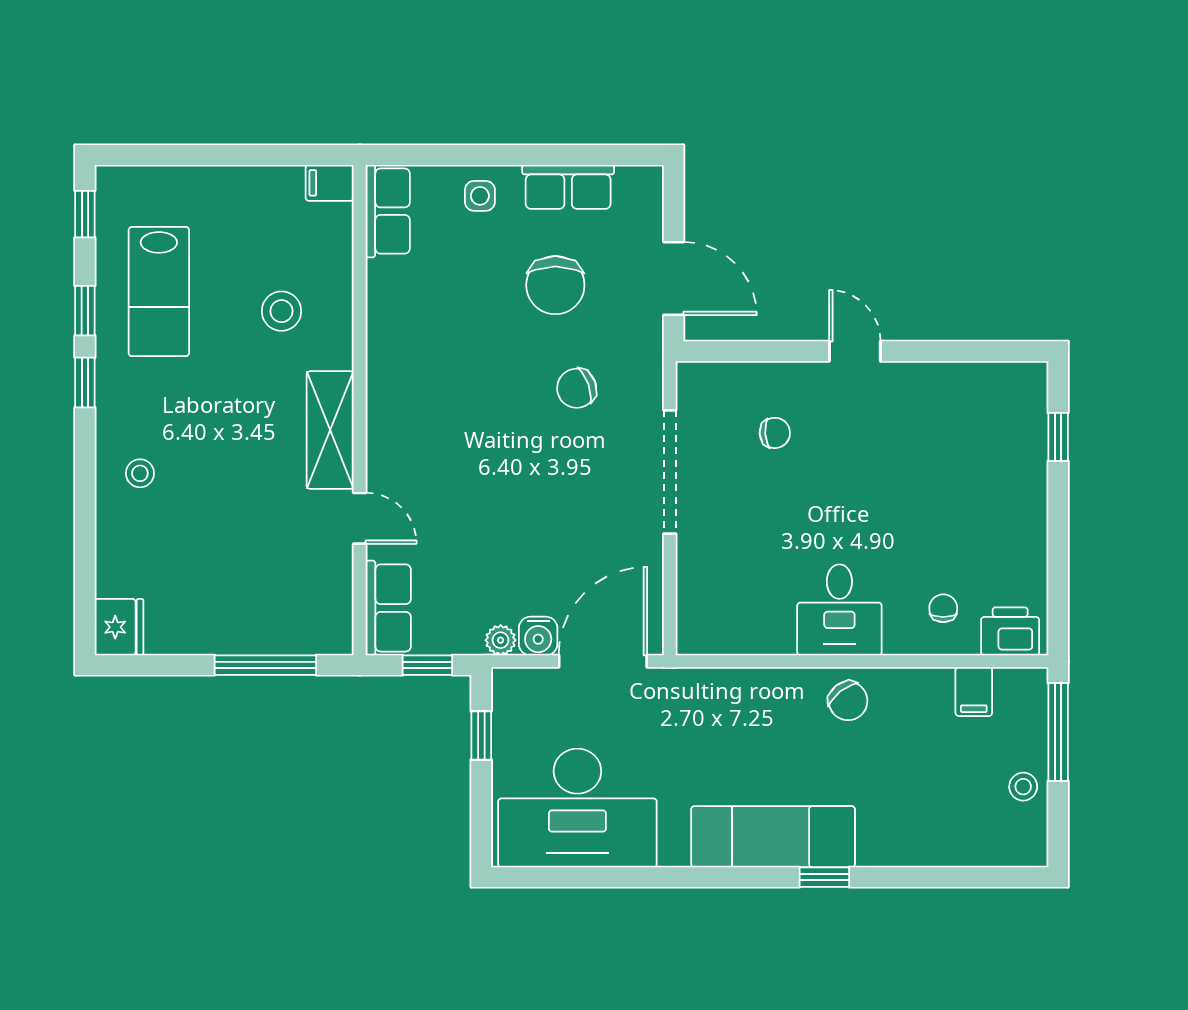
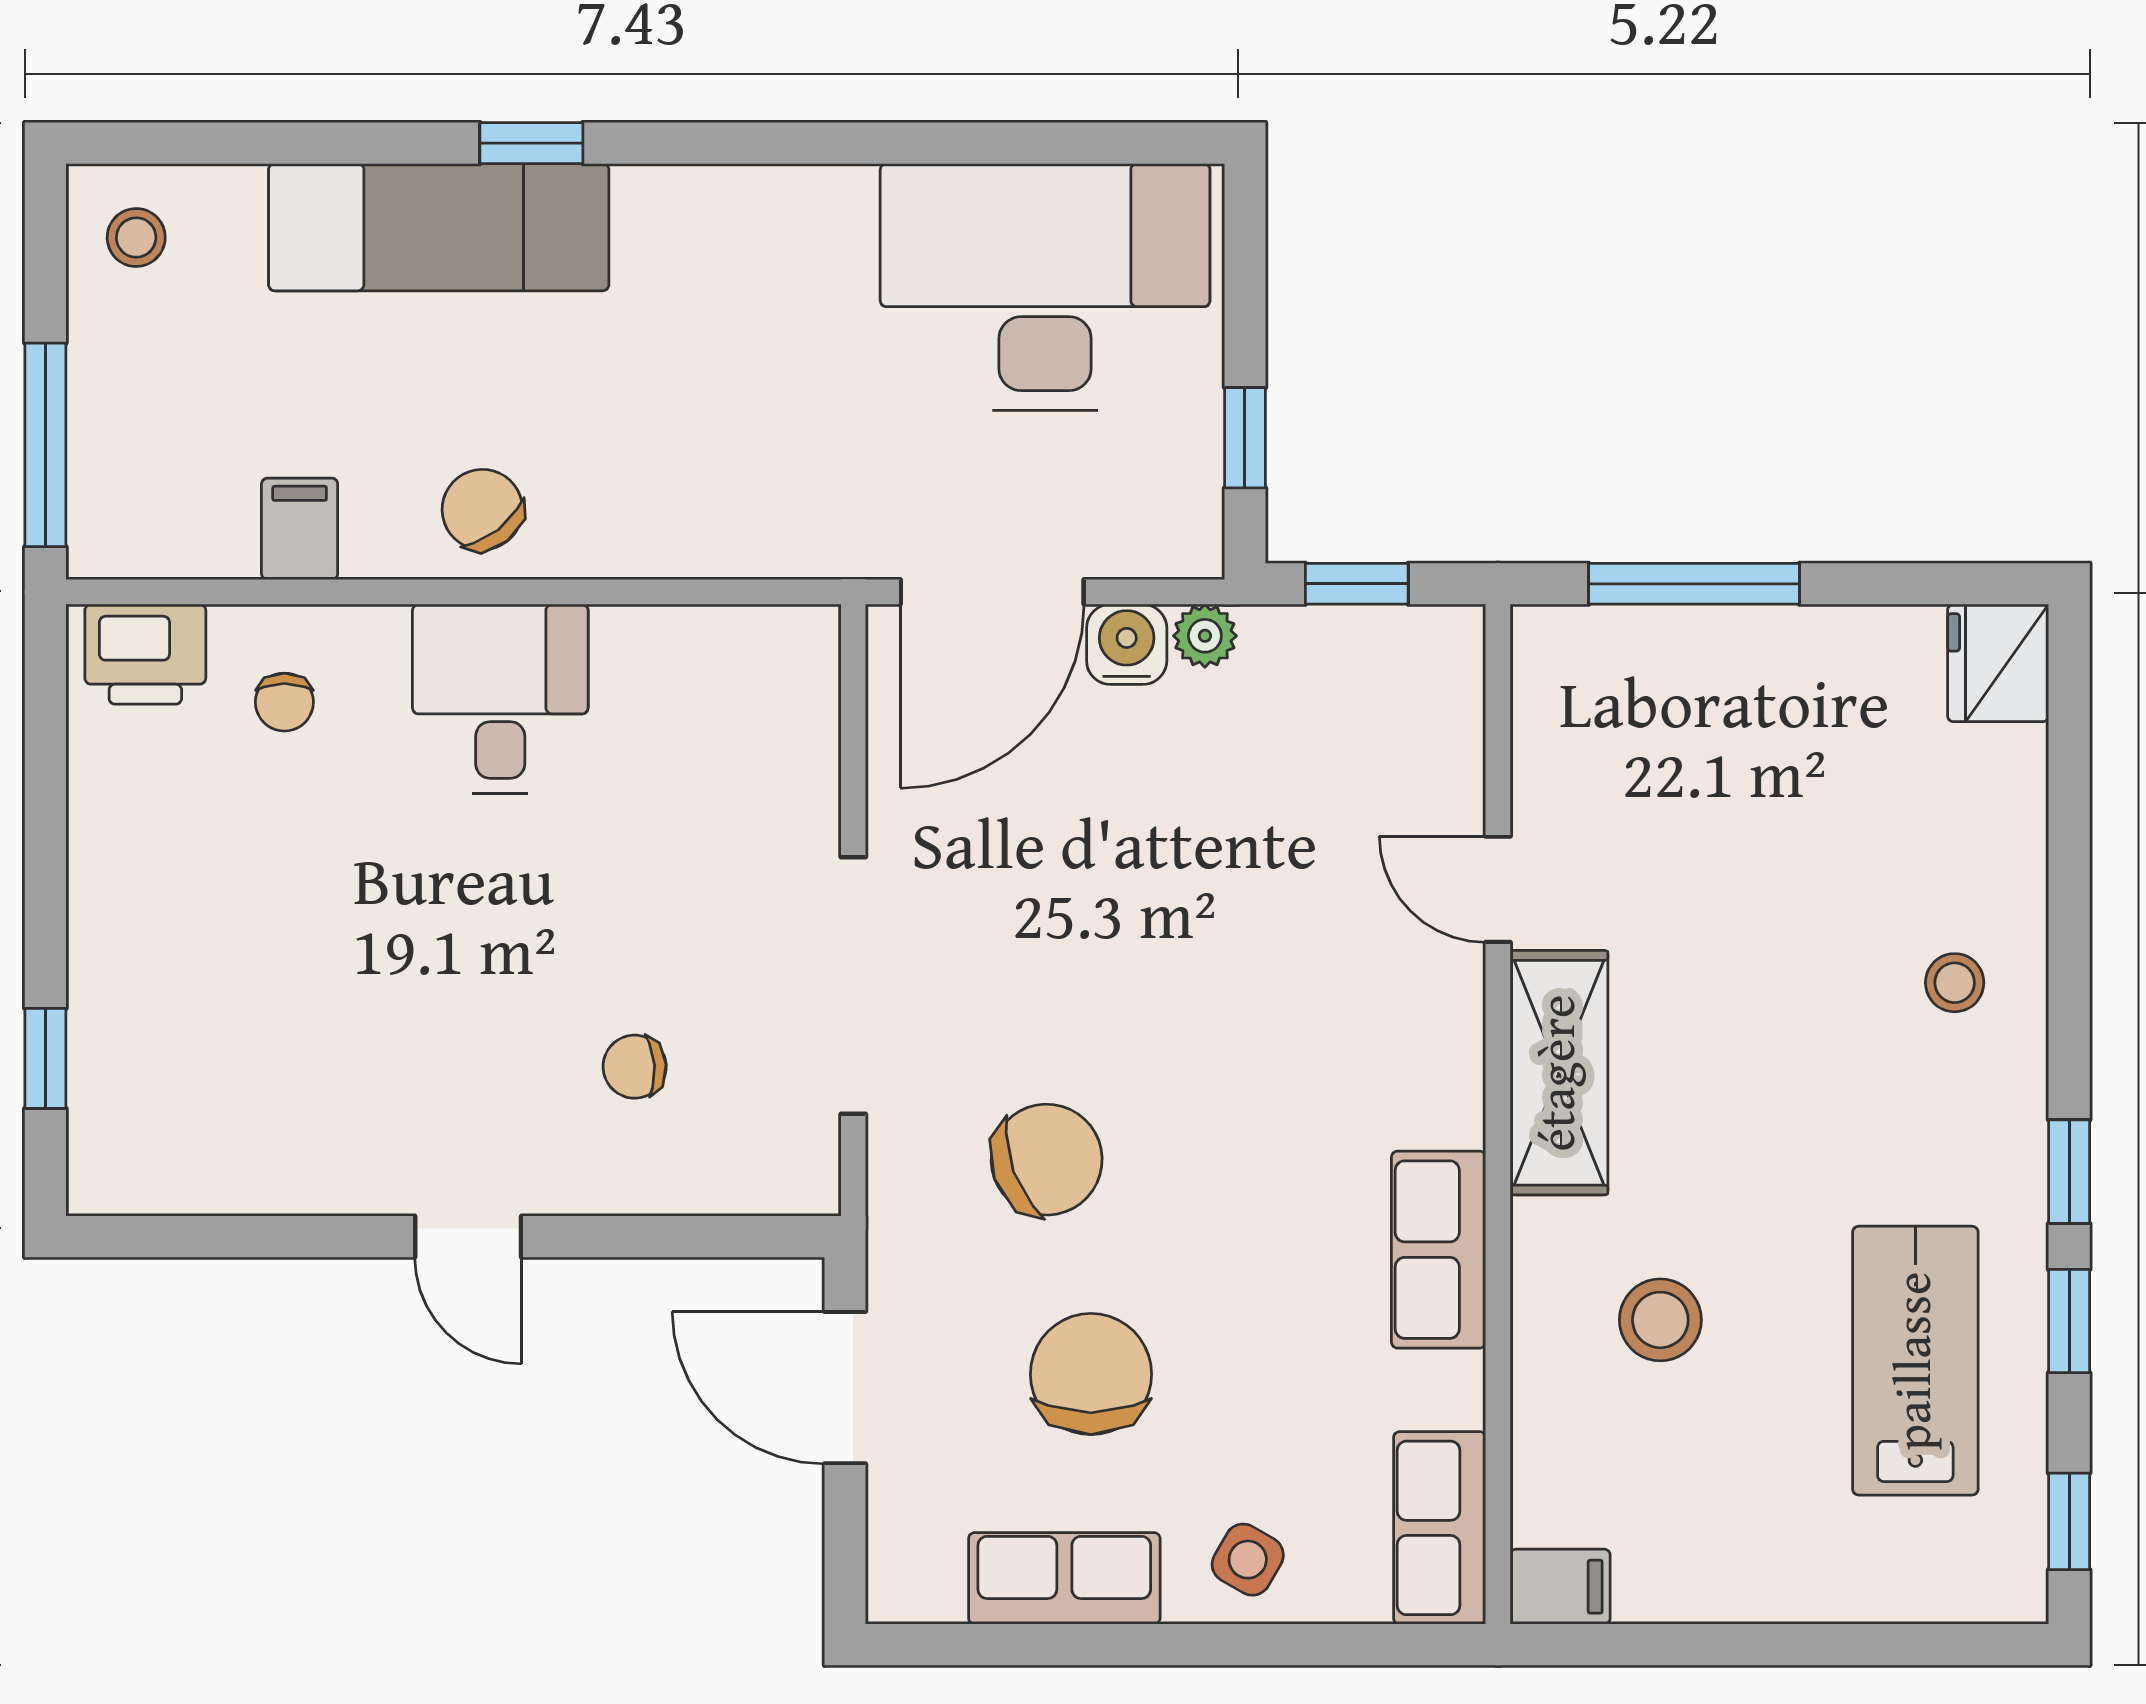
side table: (480, 196) -> (1248, 1560), turned 30
chair: (577, 388) -> (1047, 1160), width x1.37, depth x1.37
row of seats: (388, 608) -> (1439, 1250), moved
filing cabinet: (974, 692) -> (300, 529), moved
stool: (1023, 787) -> (136, 237), moved
exam couch: (773, 837) -> (439, 227), moved

